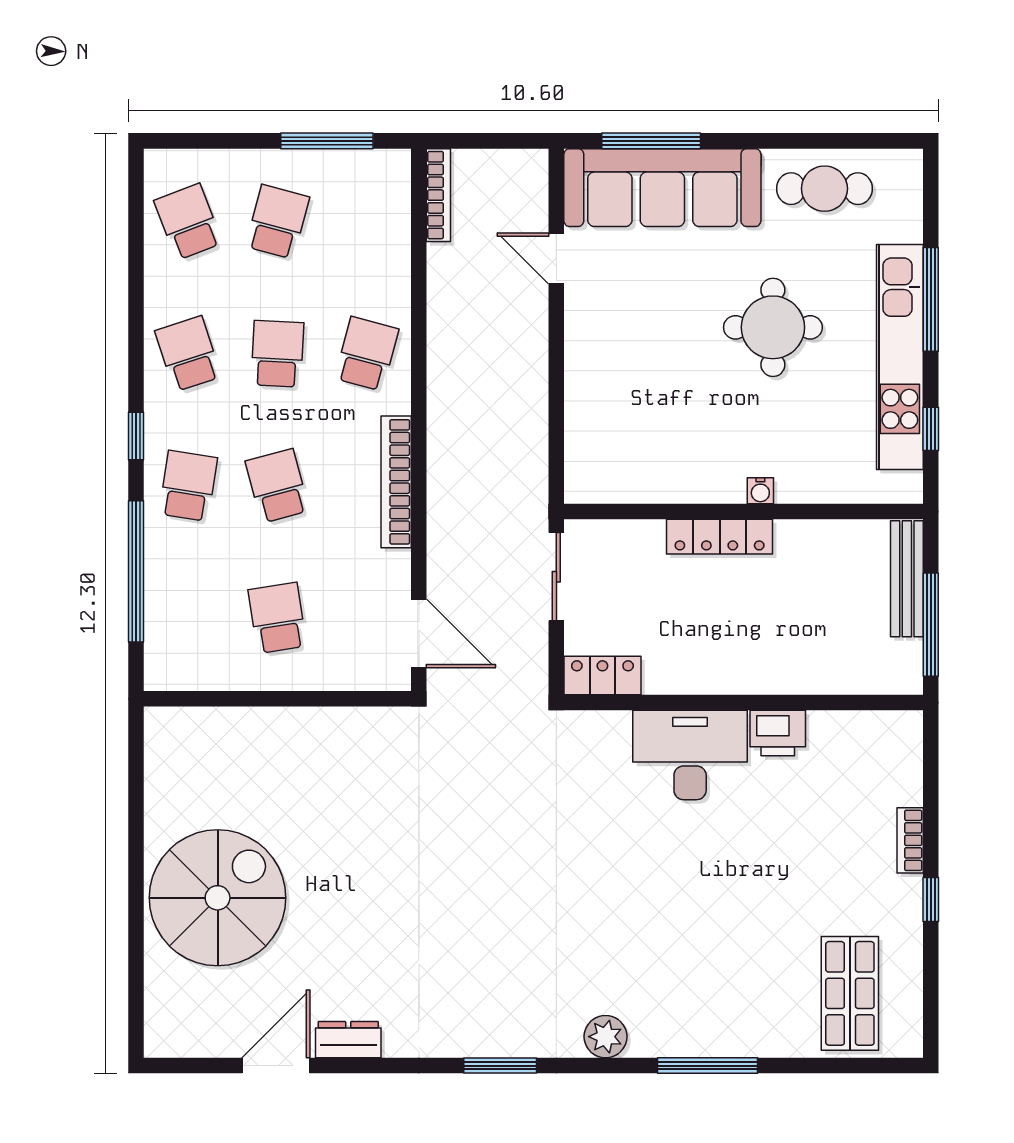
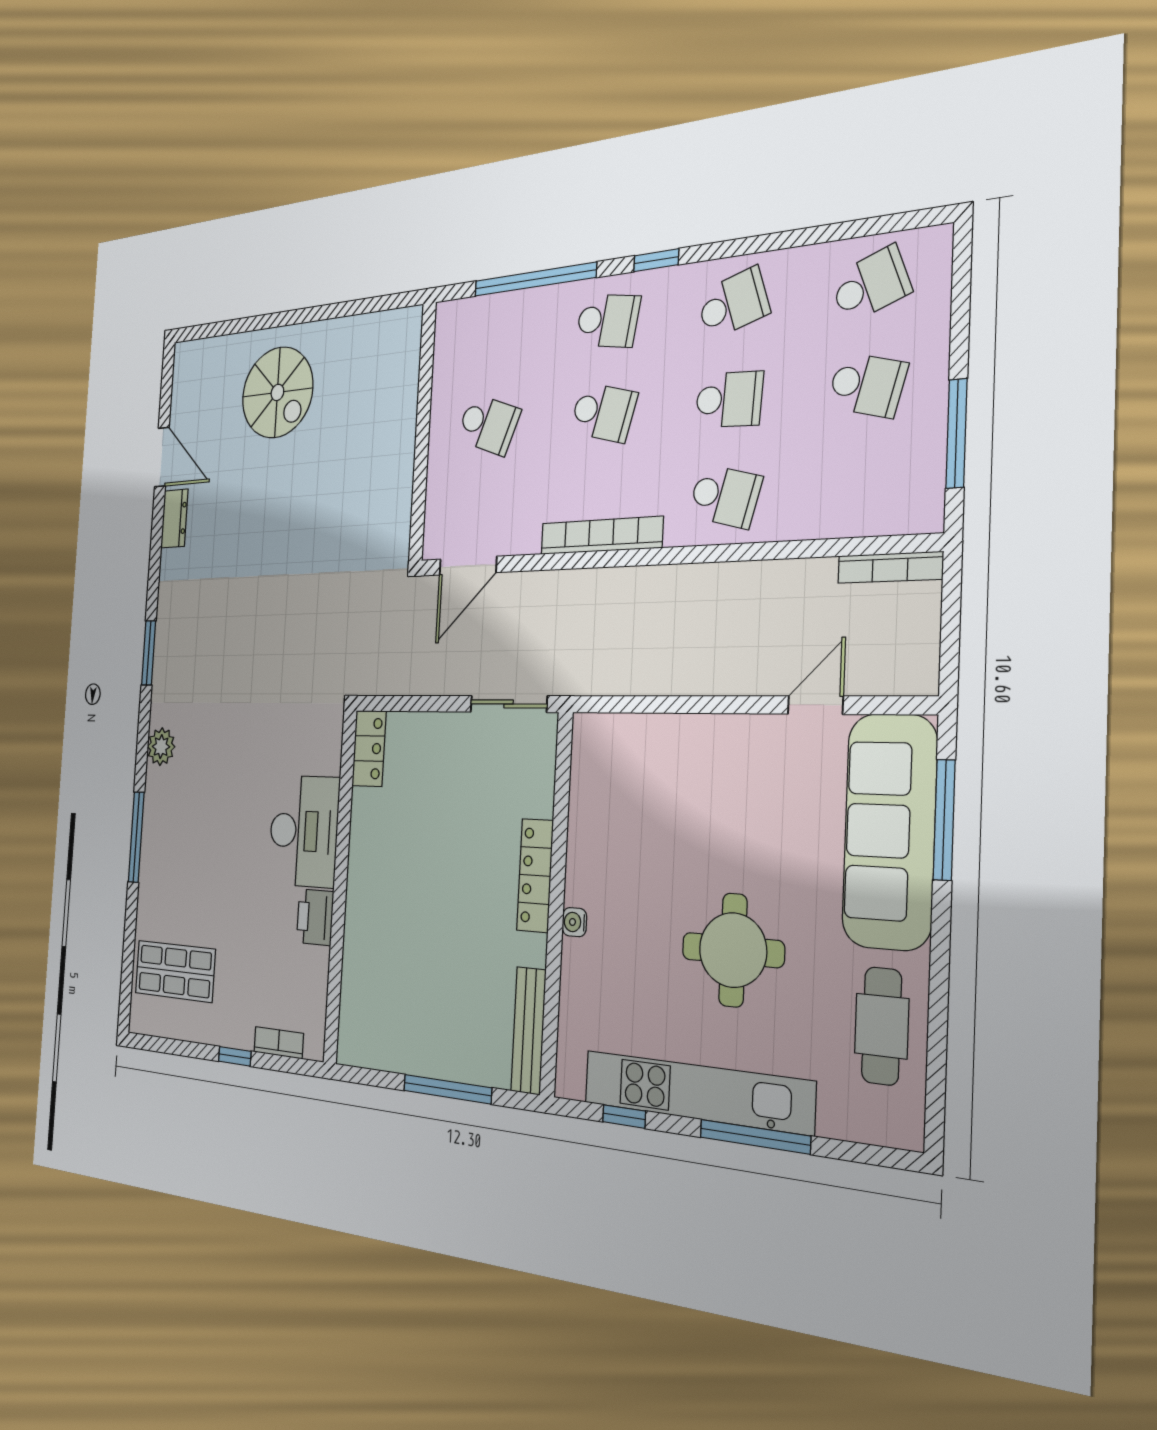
school desk: (277, 486) -> (603, 412), turned 30
bench: (907, 579) -> (528, 1030), moved, turned 90
school desk: (277, 618) -> (488, 424), turned 30
locker: (602, 675) -> (369, 748), moved
wall: (744, 703) -> (340, 886), moved
printer: (778, 733) -> (315, 917), moved
desk: (690, 755) -> (304, 831), moved
spiral stairs: (218, 898) -> (277, 392), width x0.73, depth x0.73

